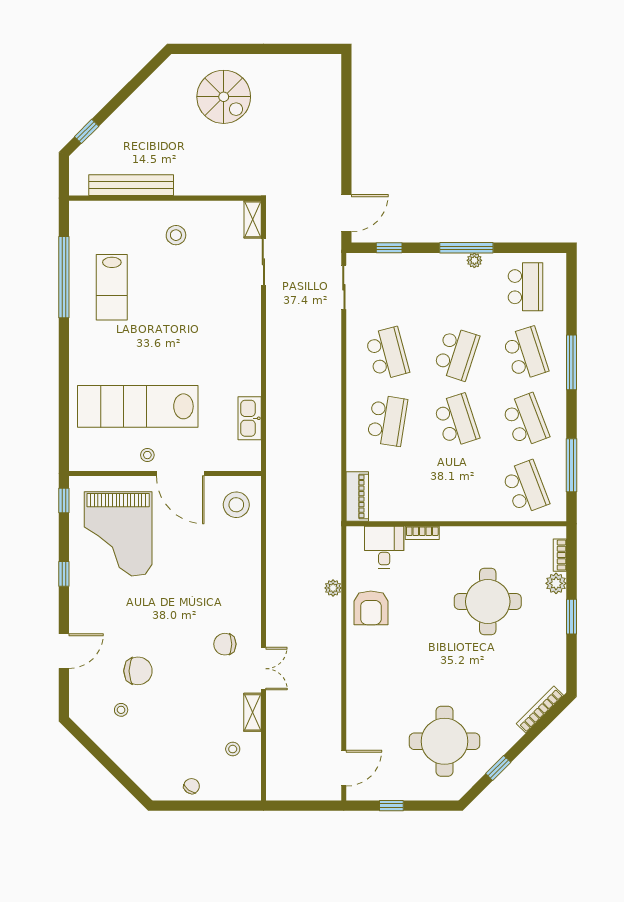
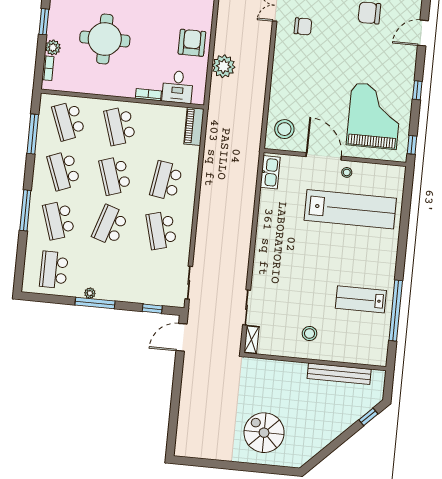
lab bench: (112, 287) -> (361, 299), turned -90
kitchen sink: (250, 418) -> (270, 172), moved
school desk: (456, 487) -> (120, 126), added
plant: (333, 588) -> (224, 66), width x1.88, depth x1.88

